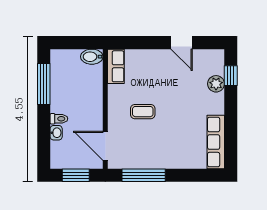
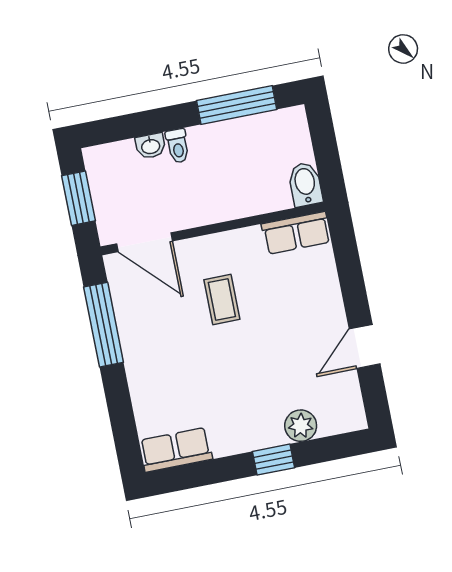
window: (231, 76) -> (273, 460), moved
row of seats: (216, 142) -> (176, 450), width x0.68
door: (105, 146) -> (144, 242), swing flipped

